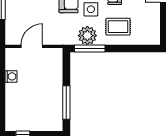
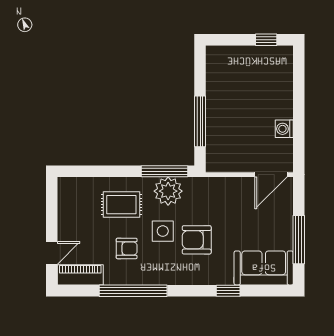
door: (32, 46) -> (271, 175), moved
window: (66, 102) -> (200, 121), moved

